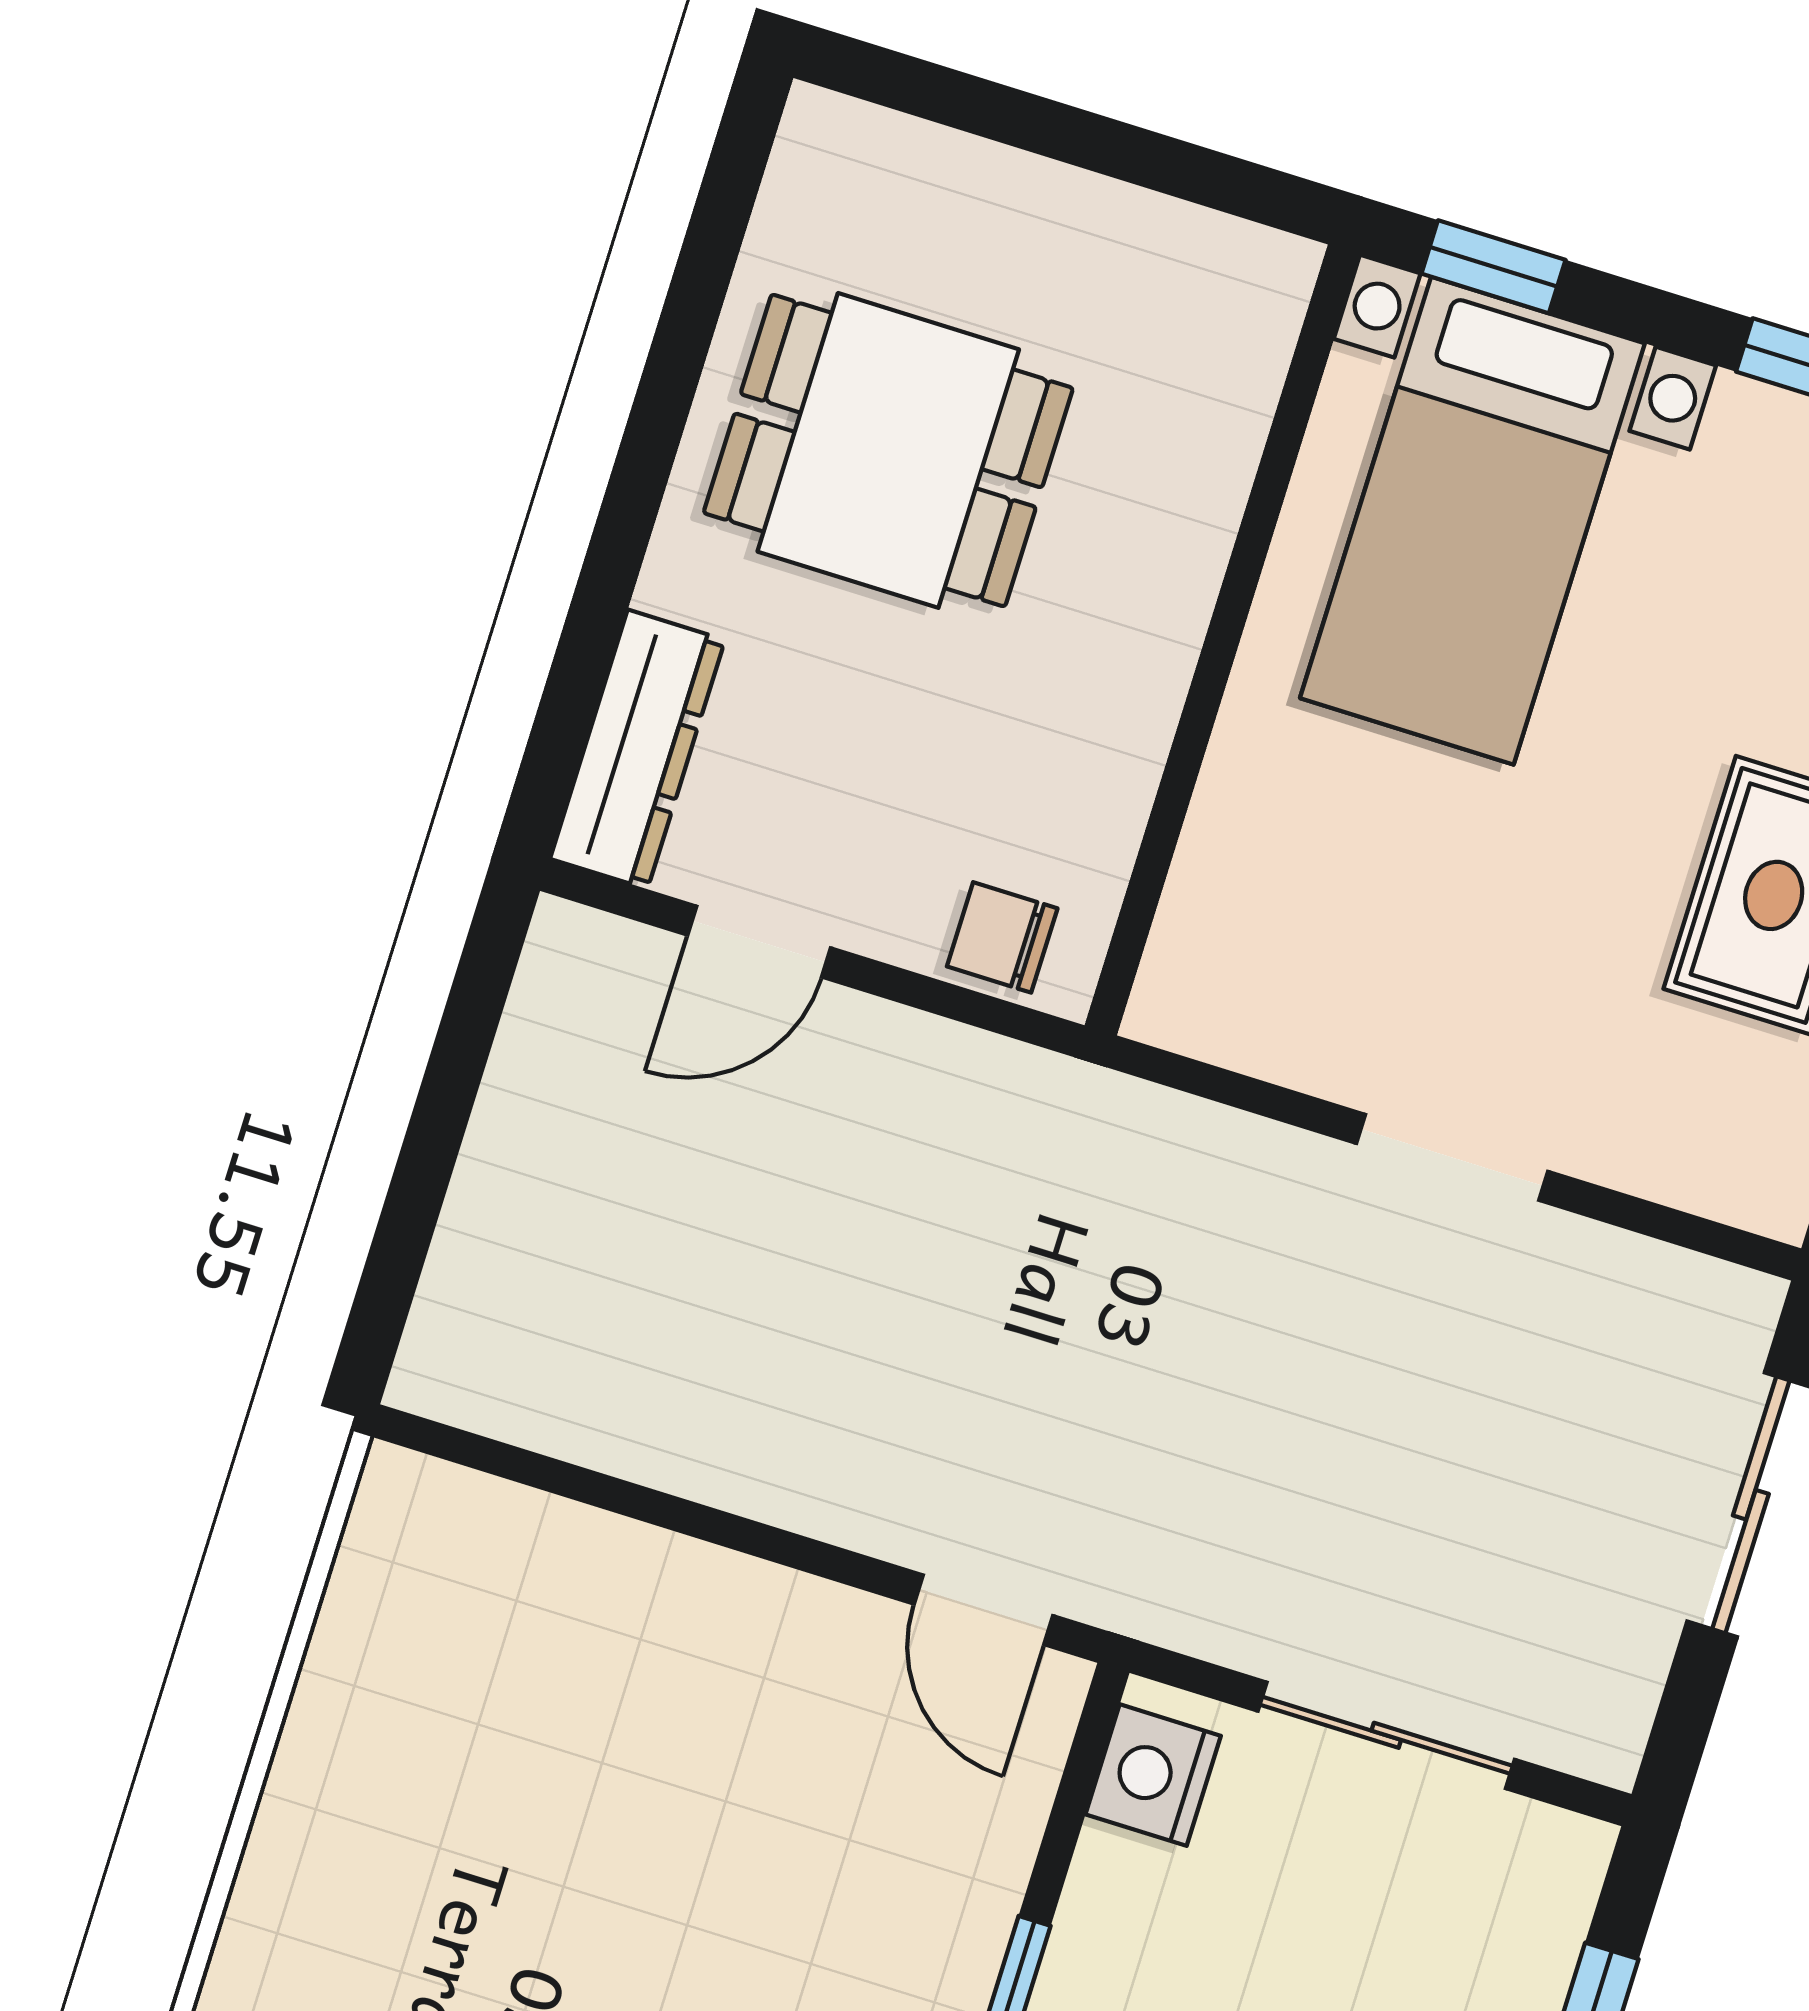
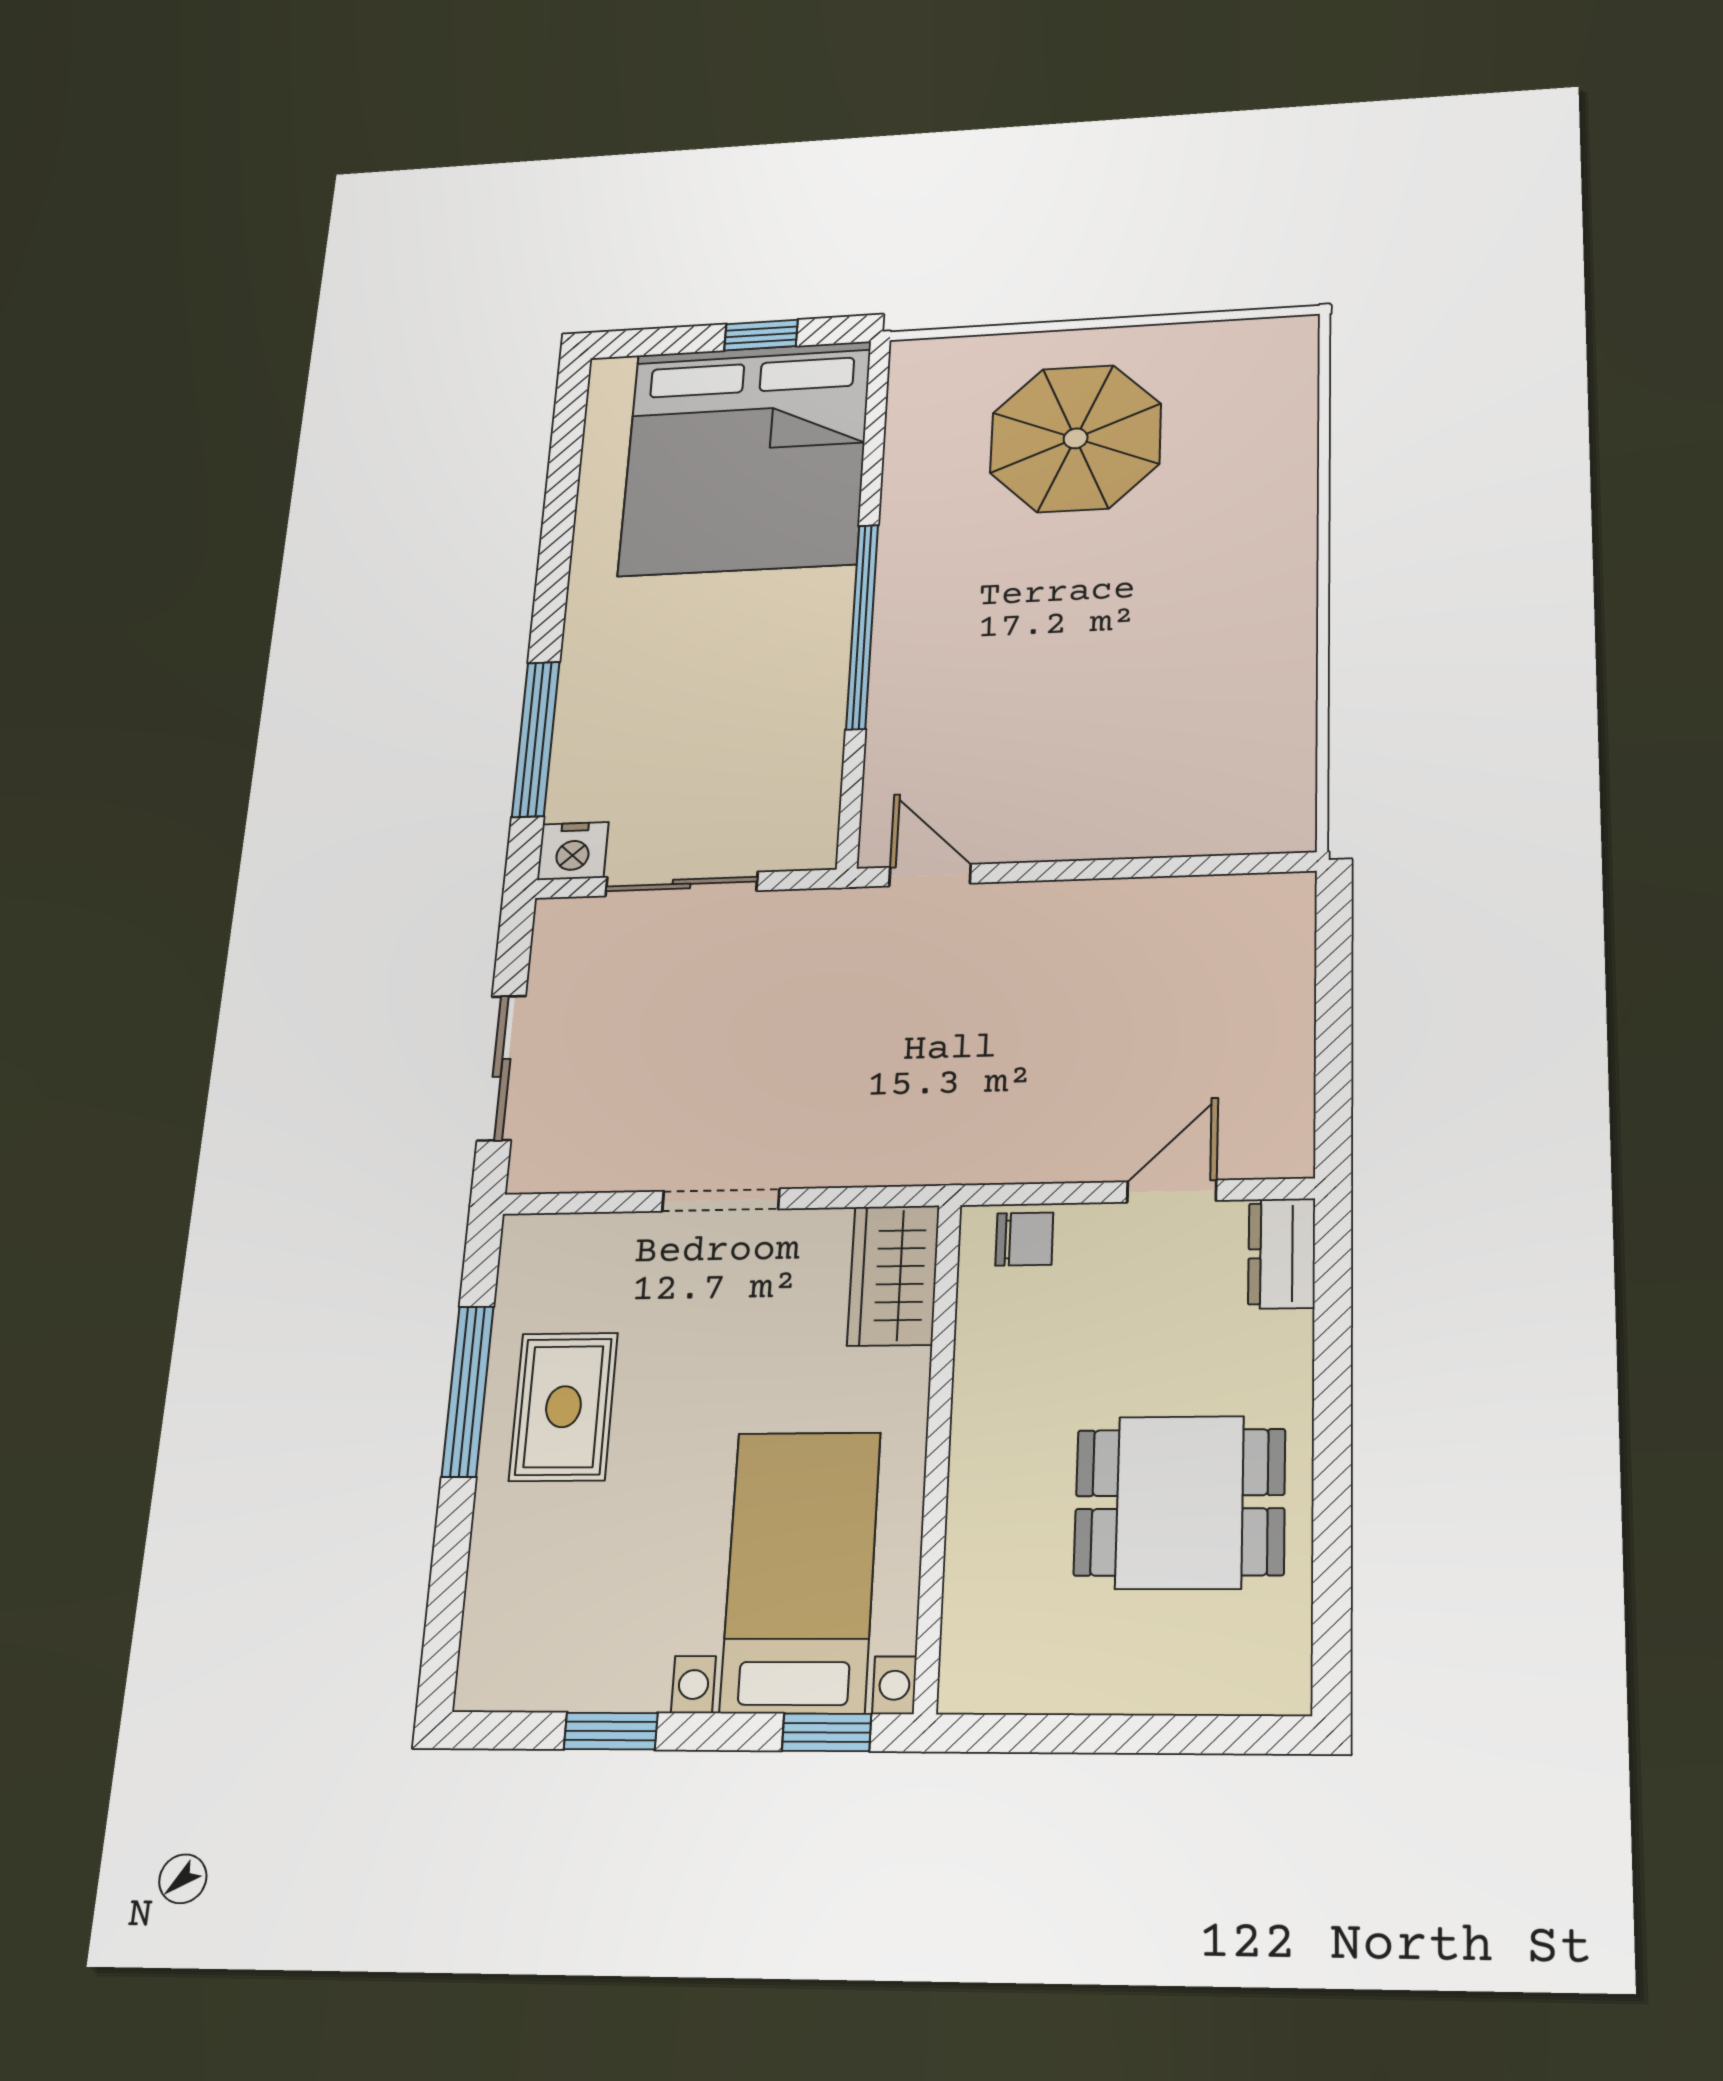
dresser: (638, 749) -> (1282, 1253), width x0.70
wardrobe: (1216, 944) -> (893, 1275), added
nightstand: (1153, 1775) -> (573, 851), moved, turned 90

